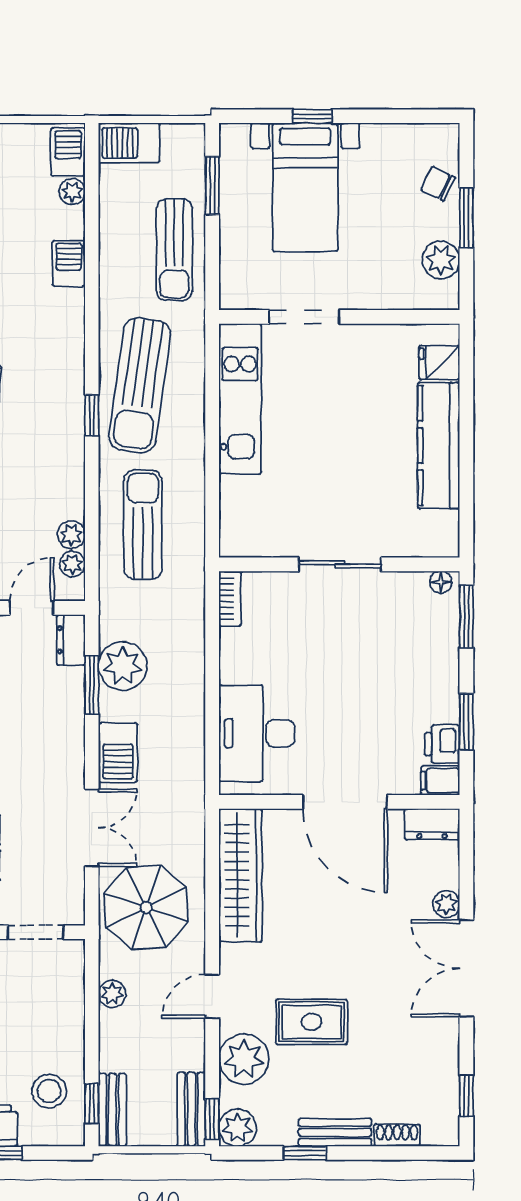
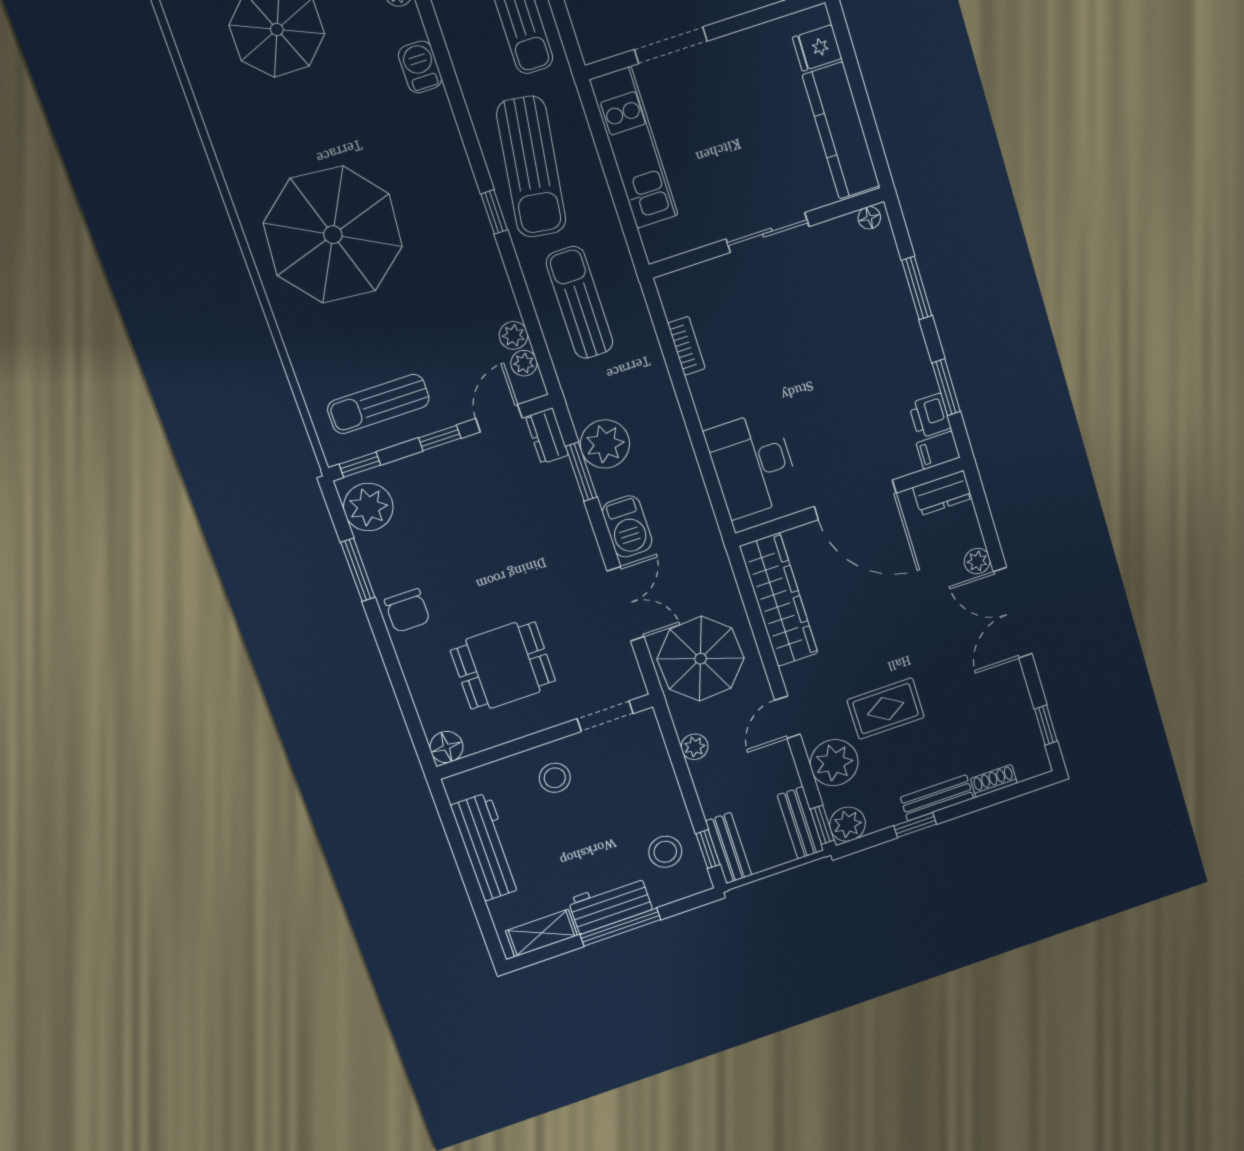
wall: (339, 564) -> (767, 233), moved
sliding door: (340, 564) -> (767, 233), moved
floor lamp: (441, 582) -> (869, 218), moved

